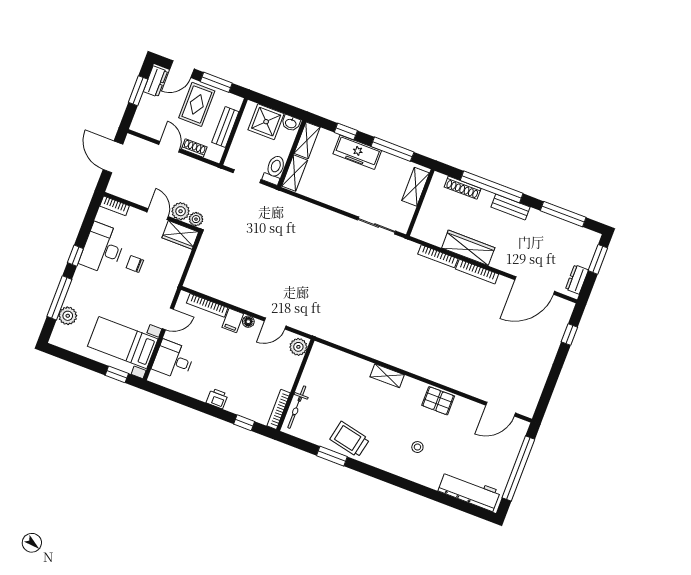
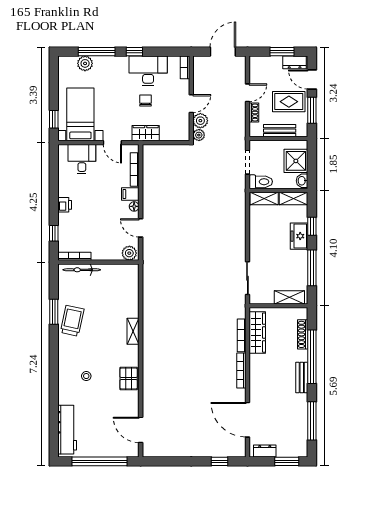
freezer: (357, 152) -> (299, 236), width x0.71
wardrobe: (180, 235) -> (146, 133), moved, turned 90
wardrobe: (468, 248) -> (257, 333), moved

